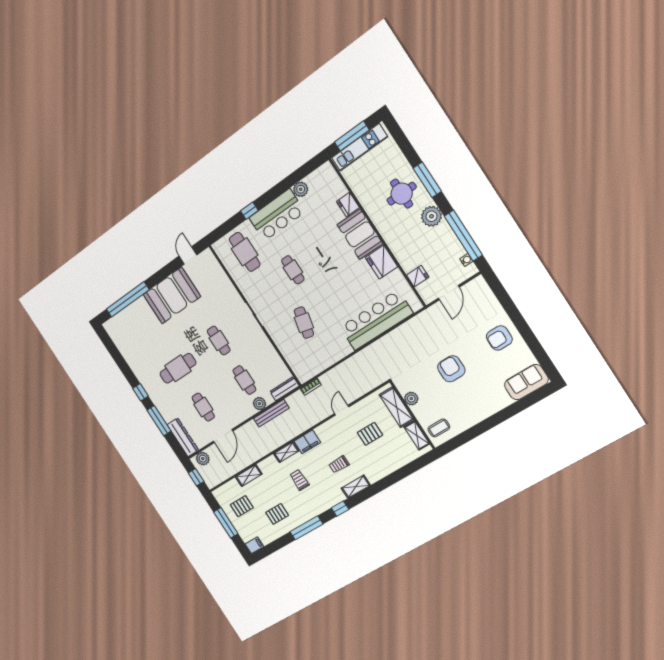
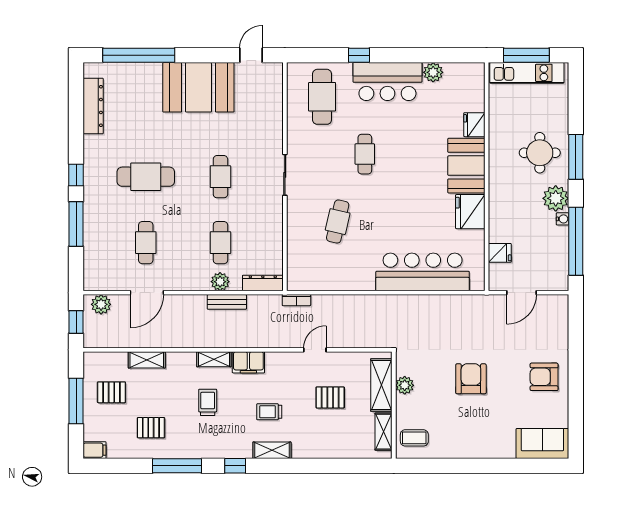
water cooler: (466, 260) -> (562, 219), moved
bench: (271, 413) -> (227, 302), width x0.73
dresser: (183, 437) -> (93, 106), moved

